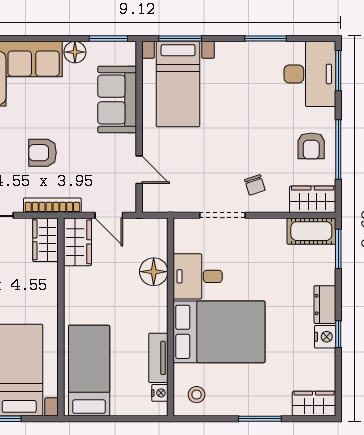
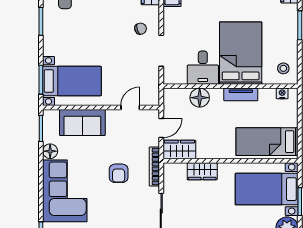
wardrobe: (45, 240) -> (202, 171), moved
tv unit: (158, 358) -> (241, 94), moved

